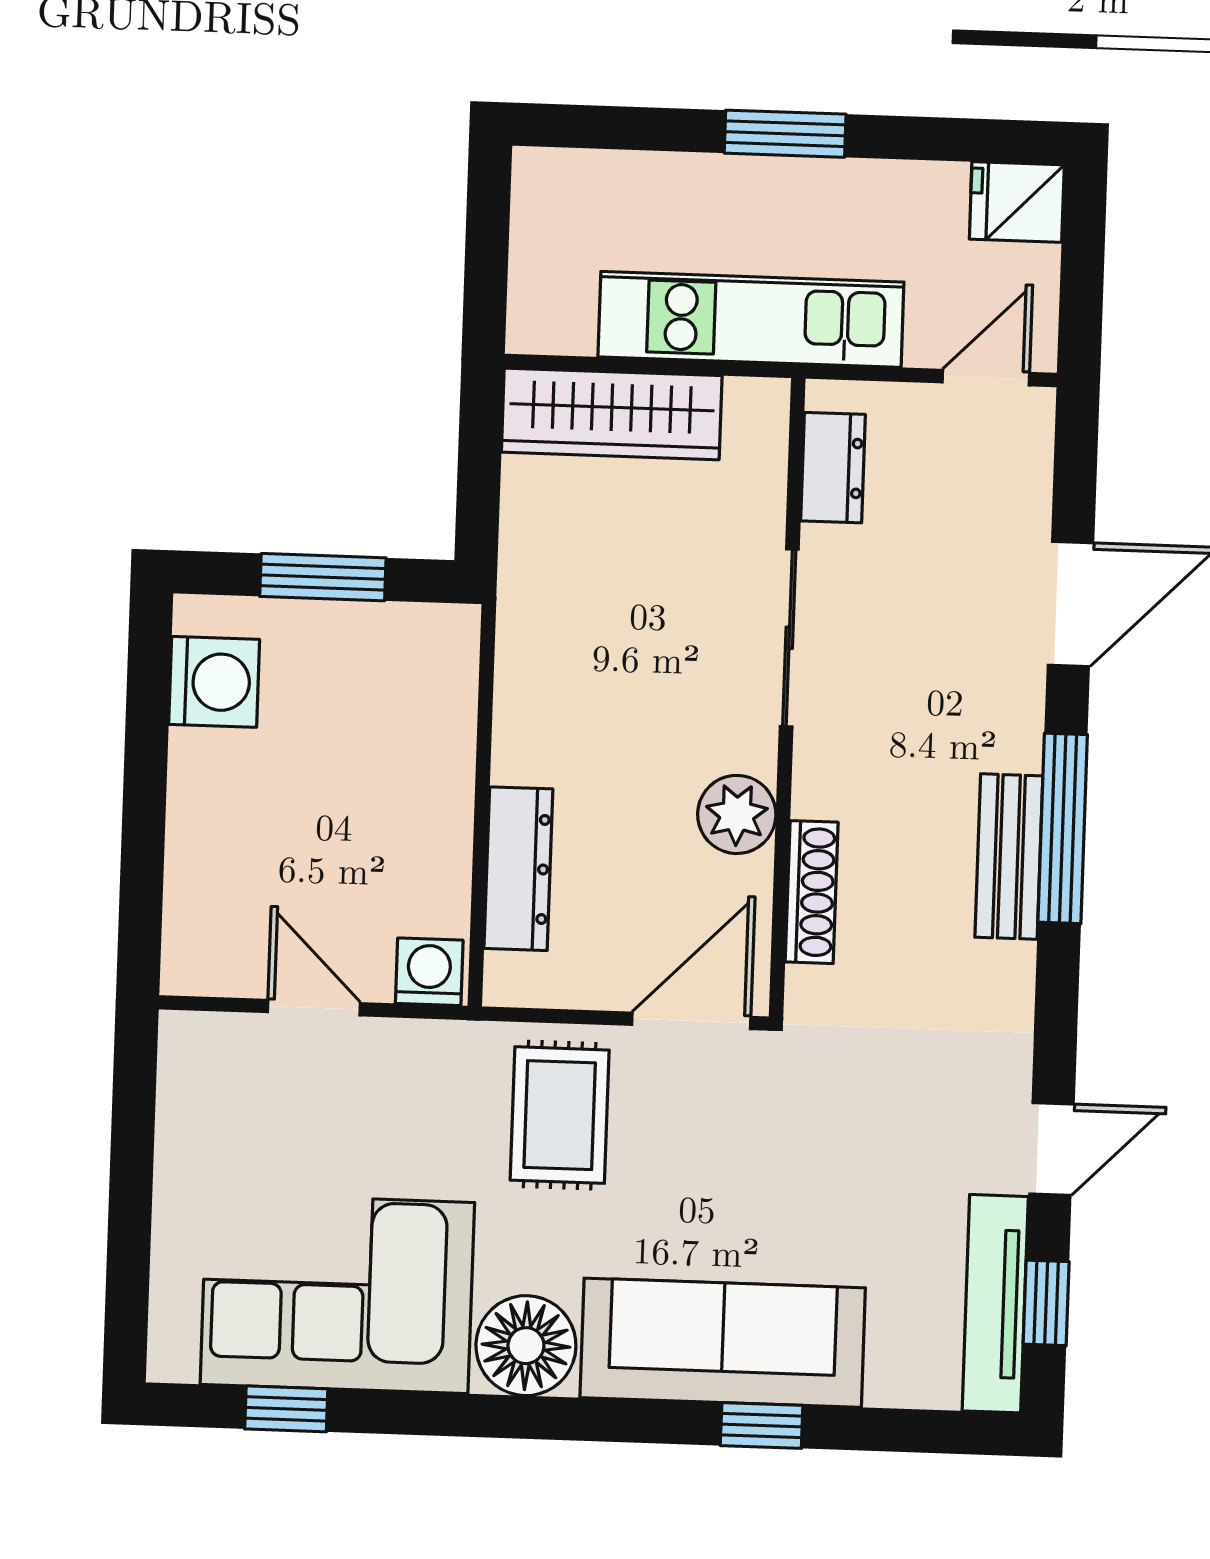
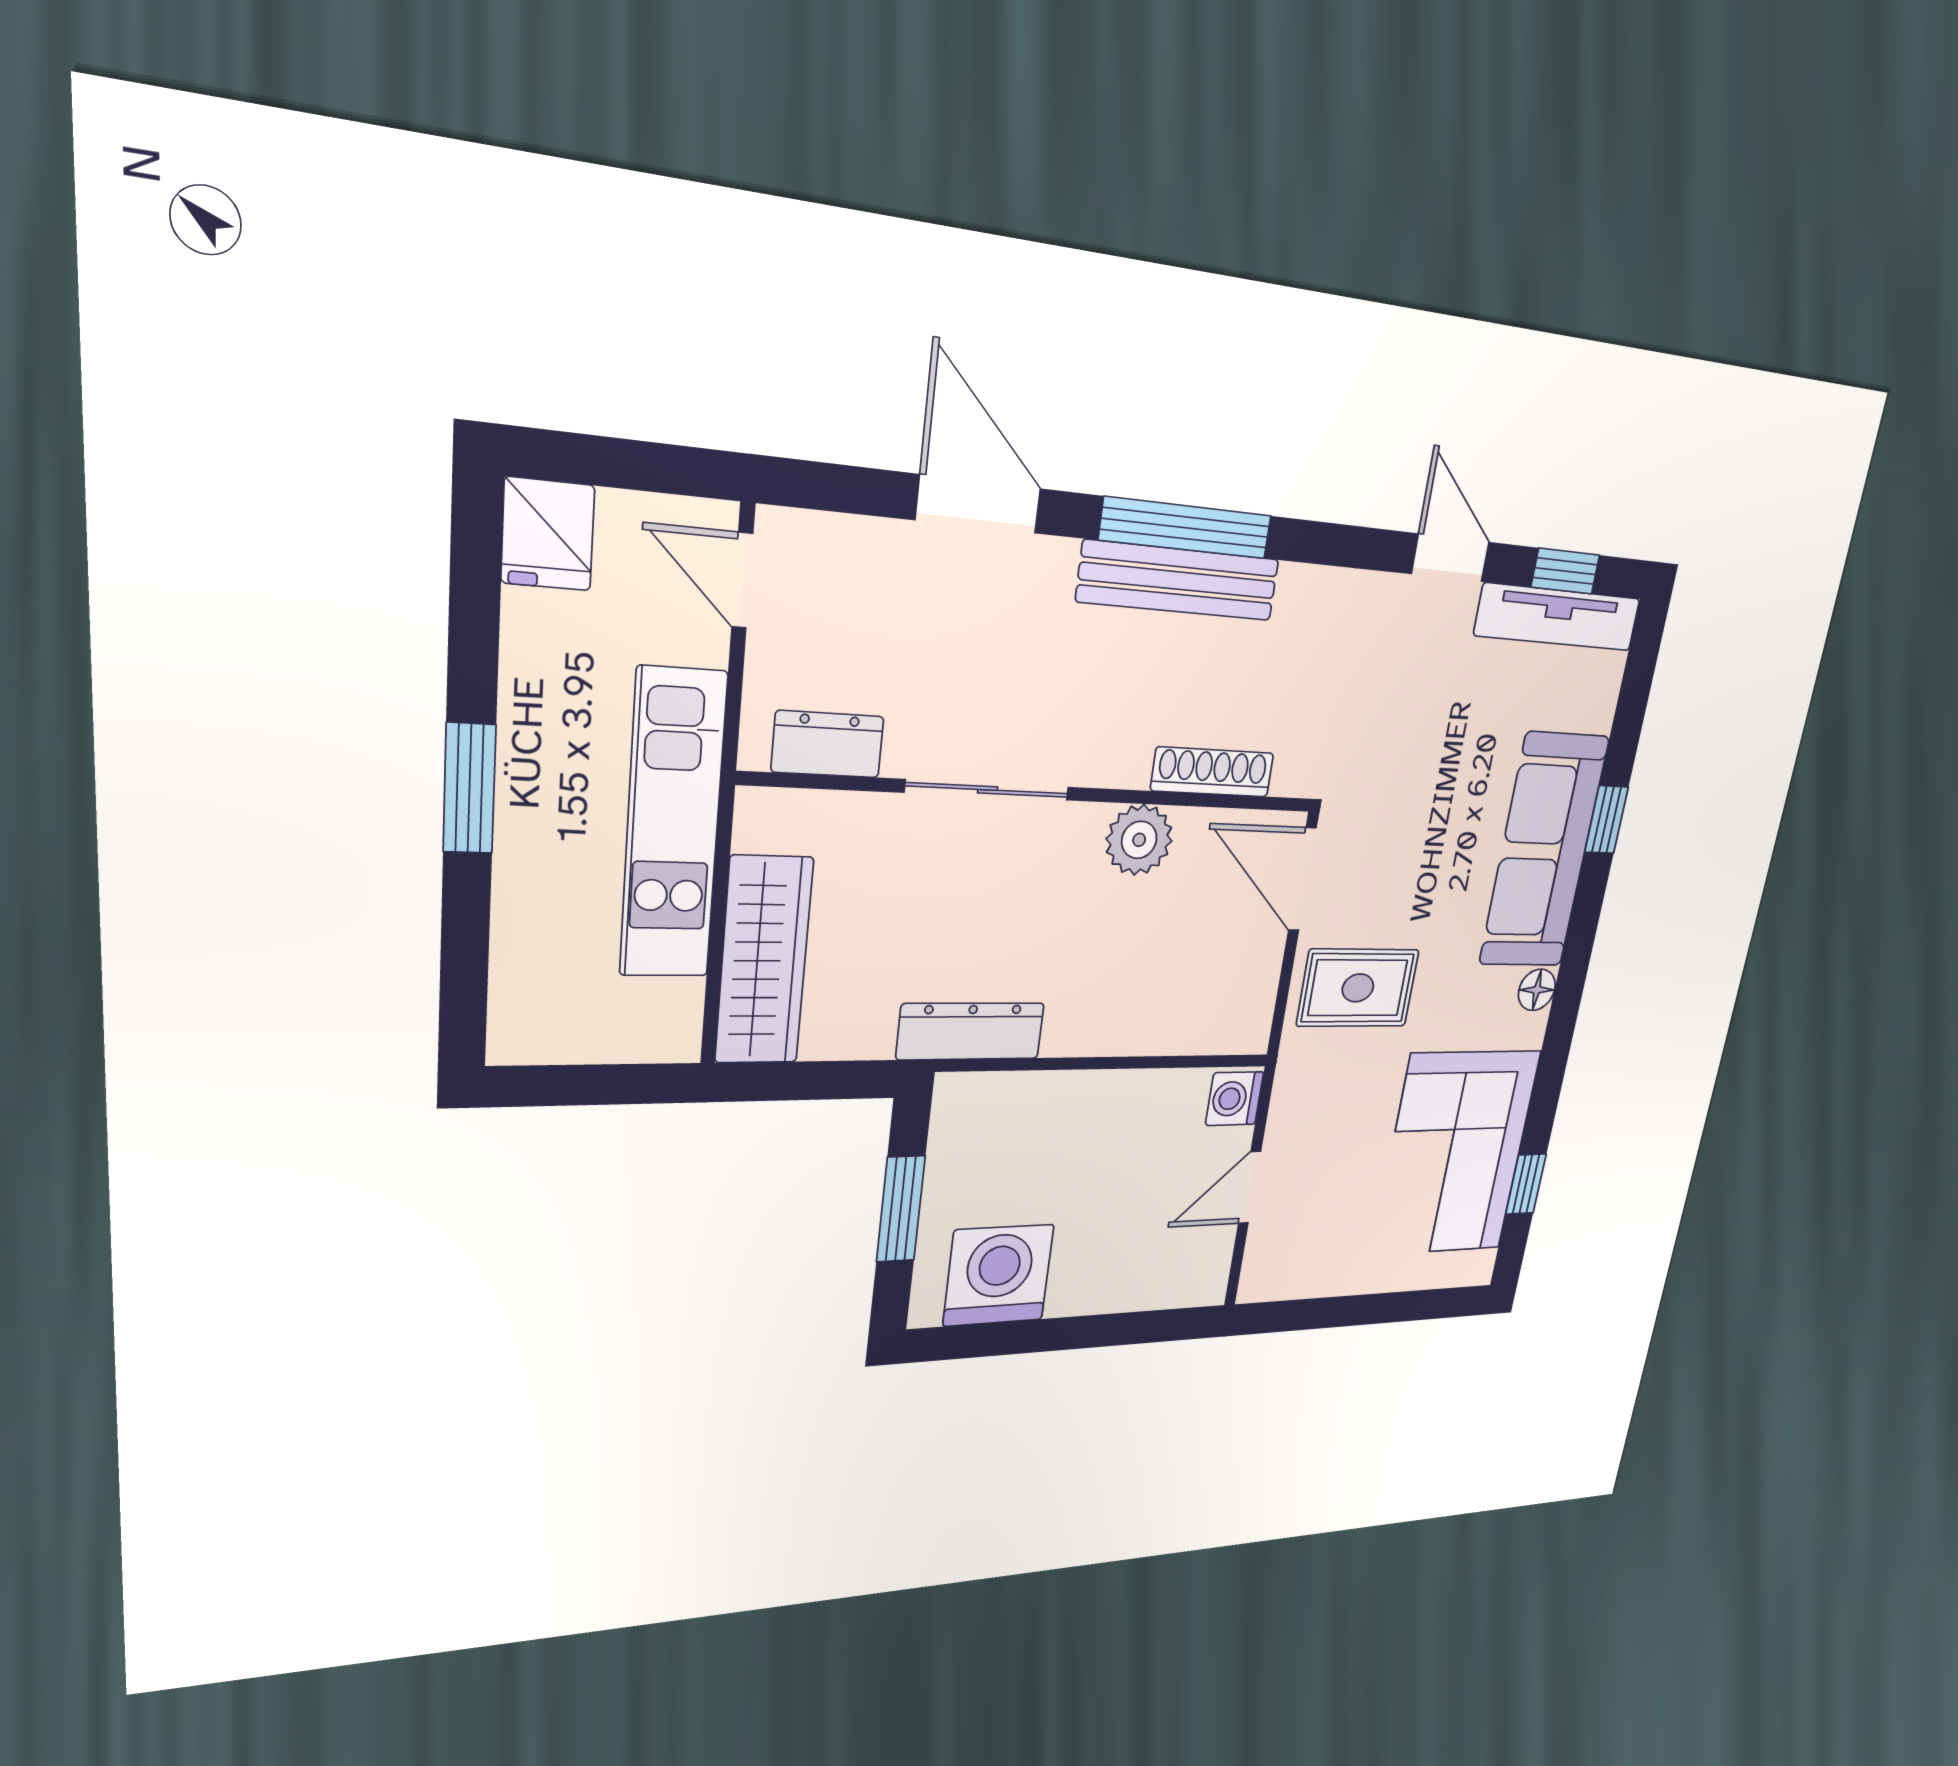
washing machine: (214, 682) -> (998, 1275), width x1.37, depth x1.37
bench: (1009, 857) -> (1179, 581), width x1.36
dresser: (518, 869) -> (971, 1031), moved
floor lamp: (526, 1346) -> (1537, 990), width x0.53, depth x0.53

